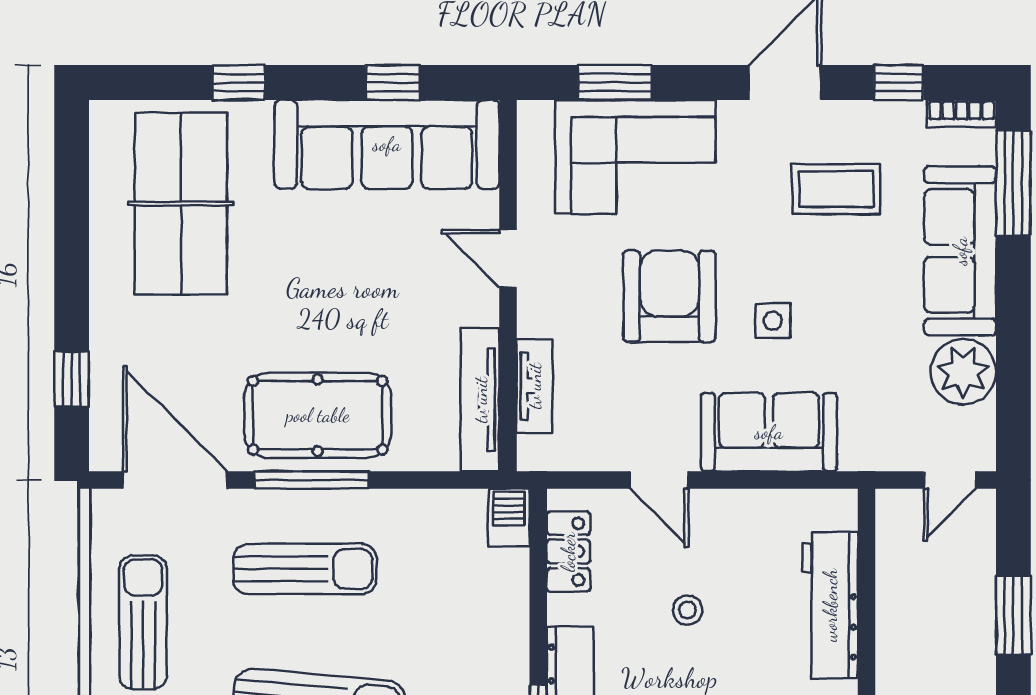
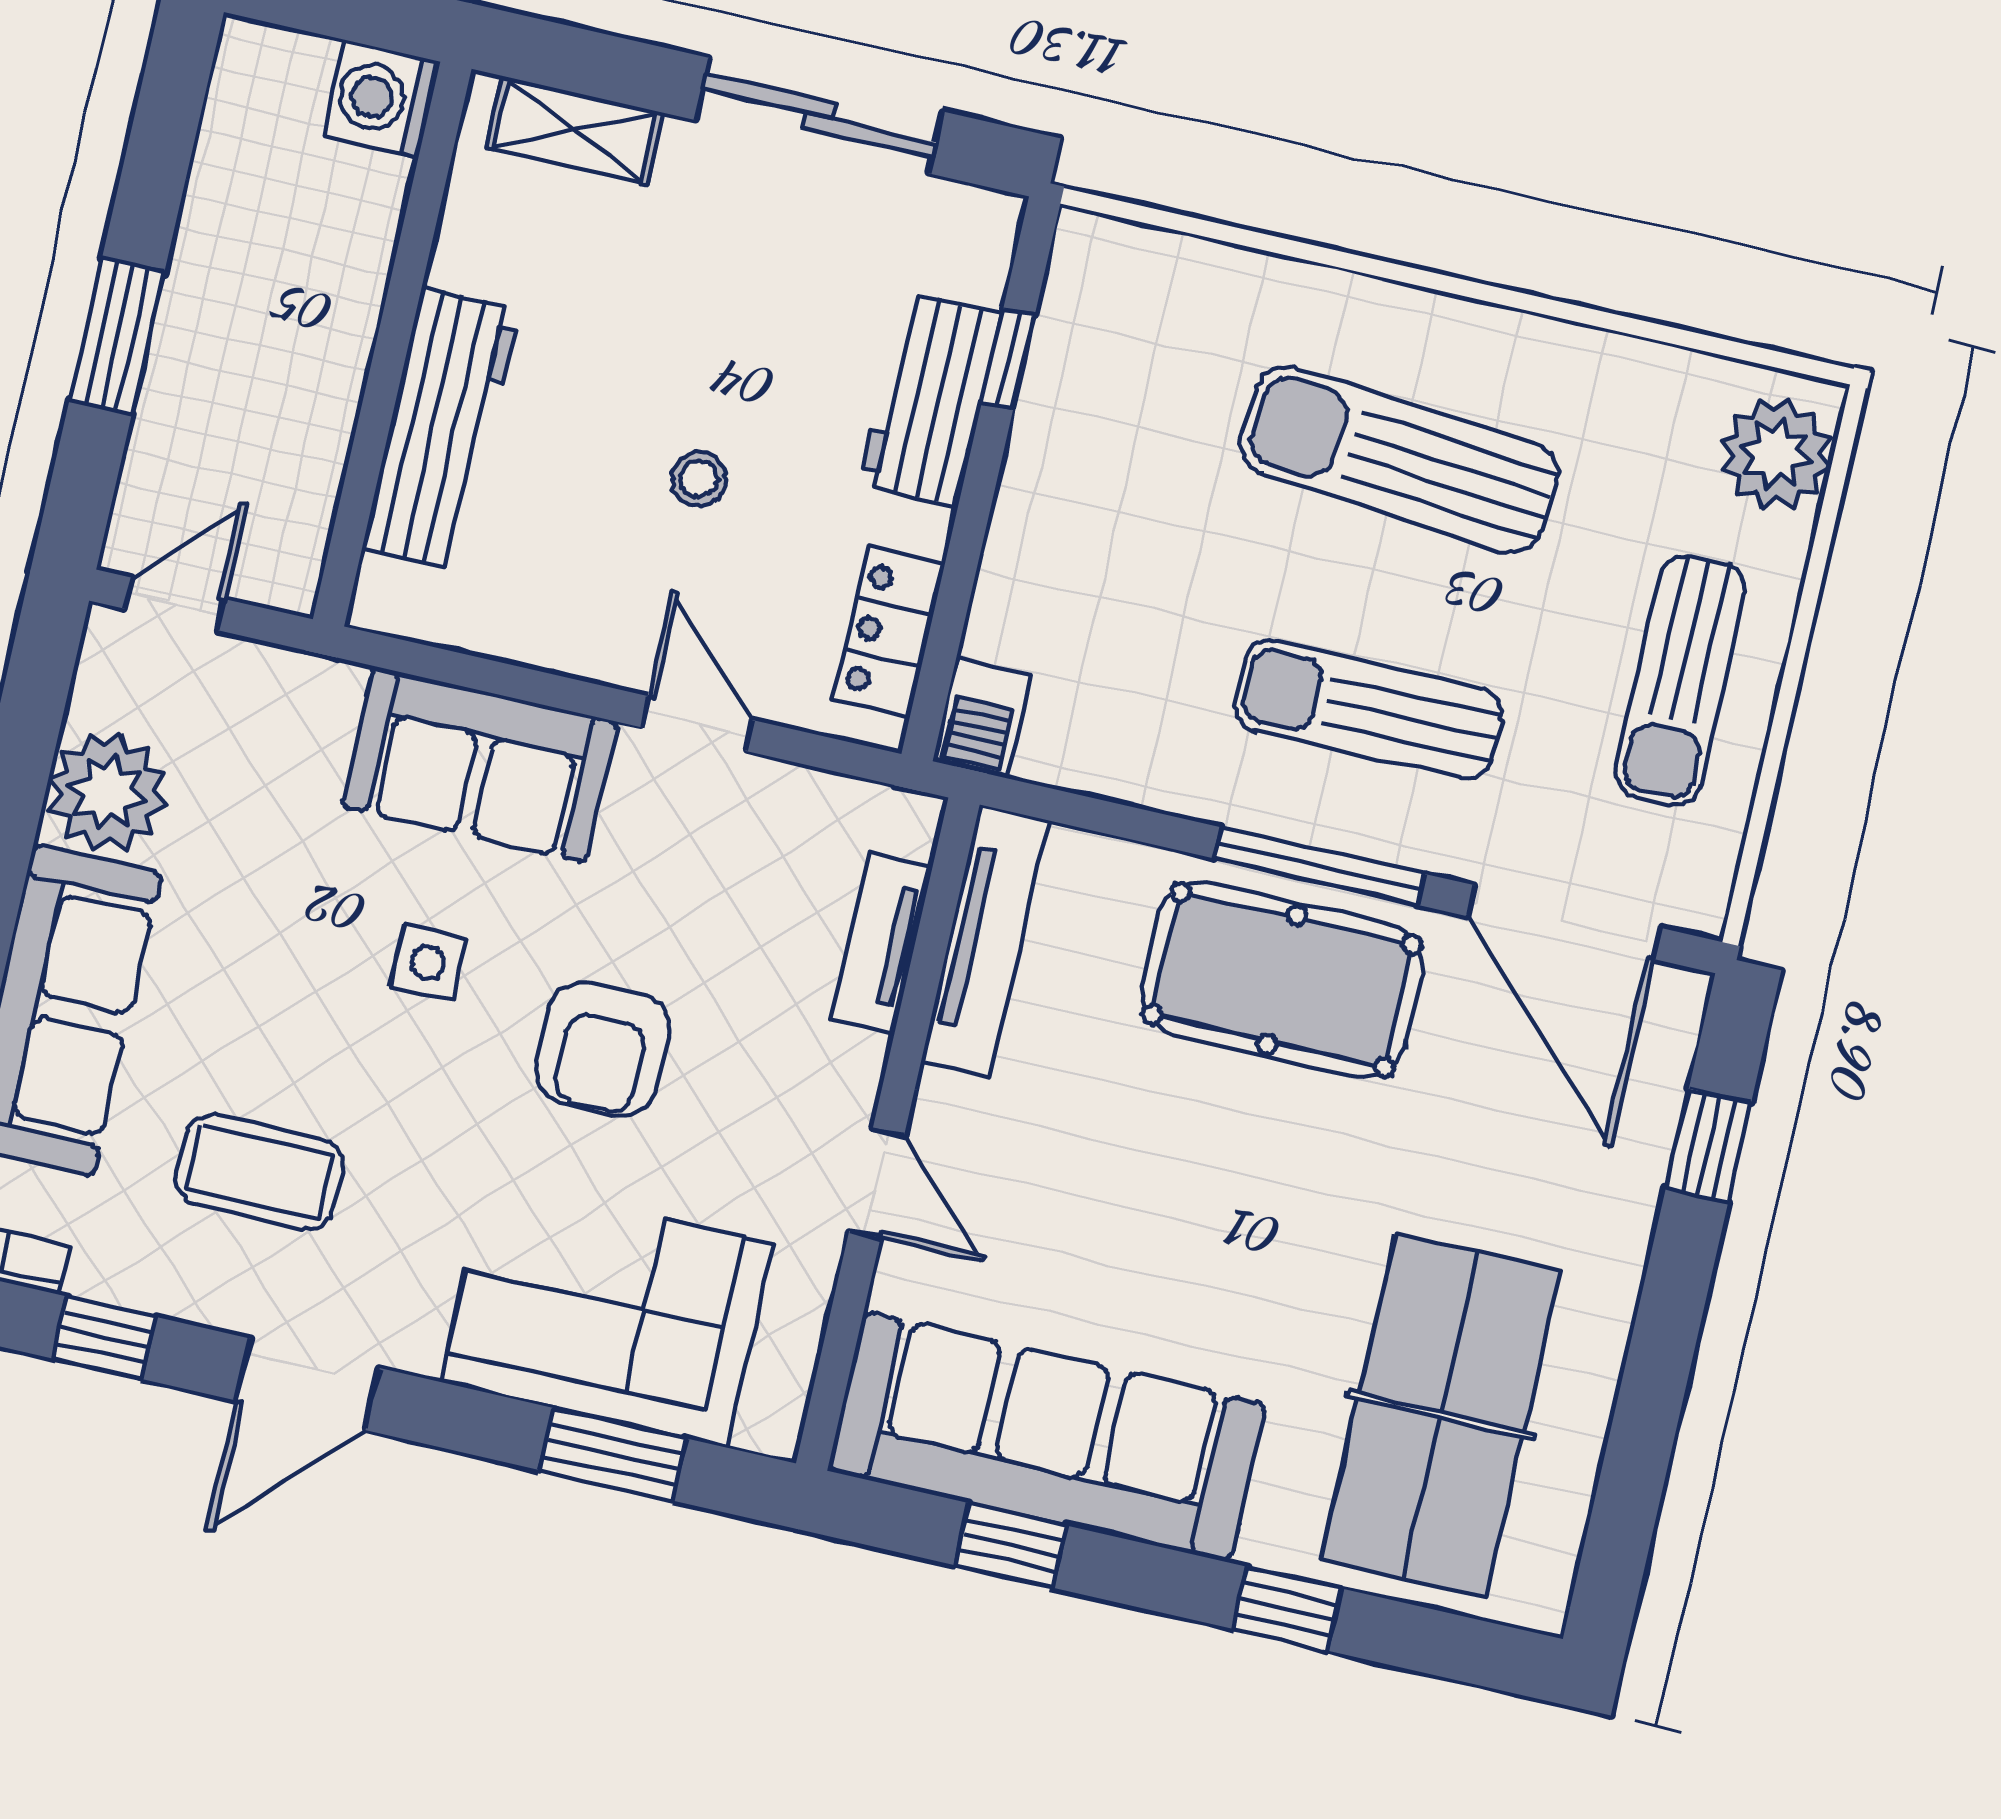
armchair: (669, 296) -> (603, 1049), width x0.73, depth x0.73

